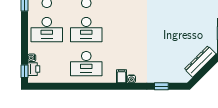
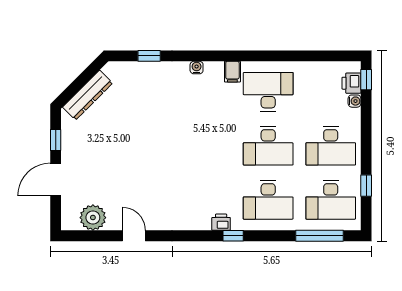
desk: (47, 30) -> (331, 146), turned 180
desk: (86, 30) -> (268, 146), turned 180
filing cabinet: (122, 76) -> (232, 72), moved

